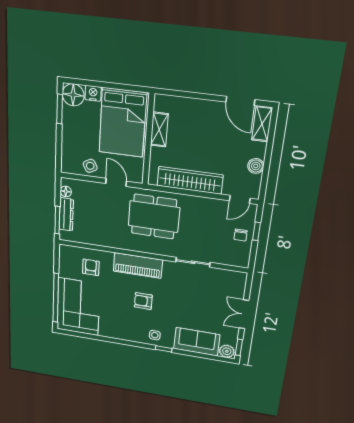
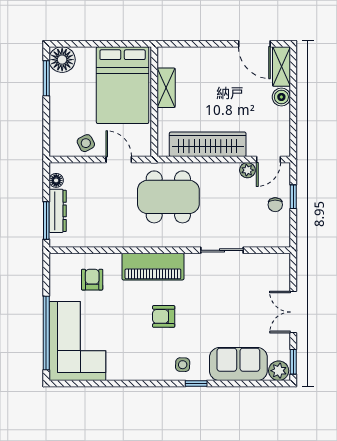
nightstand: (93, 93) -> (86, 55), removed
boiler: (256, 166) -> (281, 97), moved
plant: (221, 205) -> (247, 170), added

